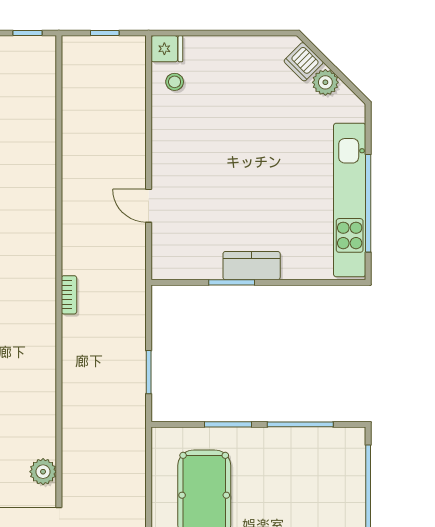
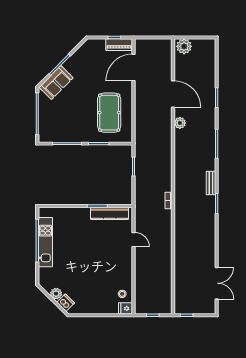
kitchen unit: (350, 200) -> (45, 242), width x0.73
kitchen counter: (252, 266) -> (110, 213), moved, width x1.50

